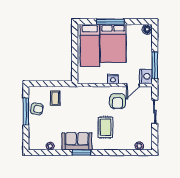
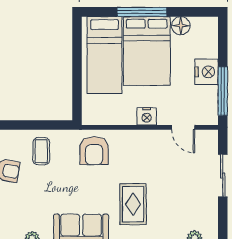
floor lamp: (147, 29) -> (181, 26), moved
nightstand: (146, 76) -> (207, 72), moved
door: (133, 85) -> (183, 127), hinge flipped
armchair: (117, 101) -> (94, 151), moved

